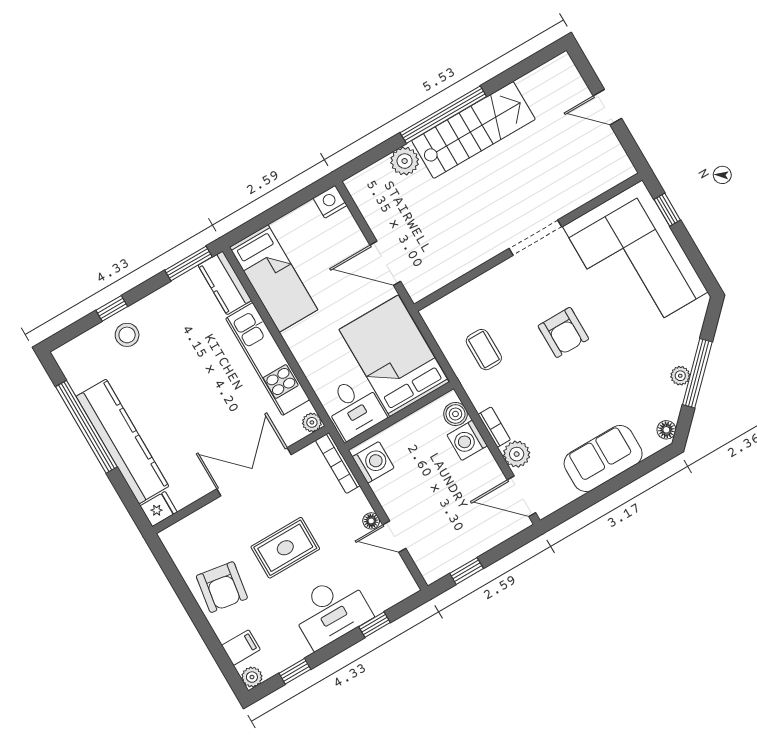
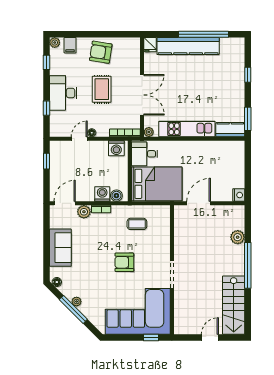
stairs: (473, 130) -> (234, 305), moved
bed: (274, 278) -> (220, 152), removed
stool: (127, 335) -> (233, 75), removed

